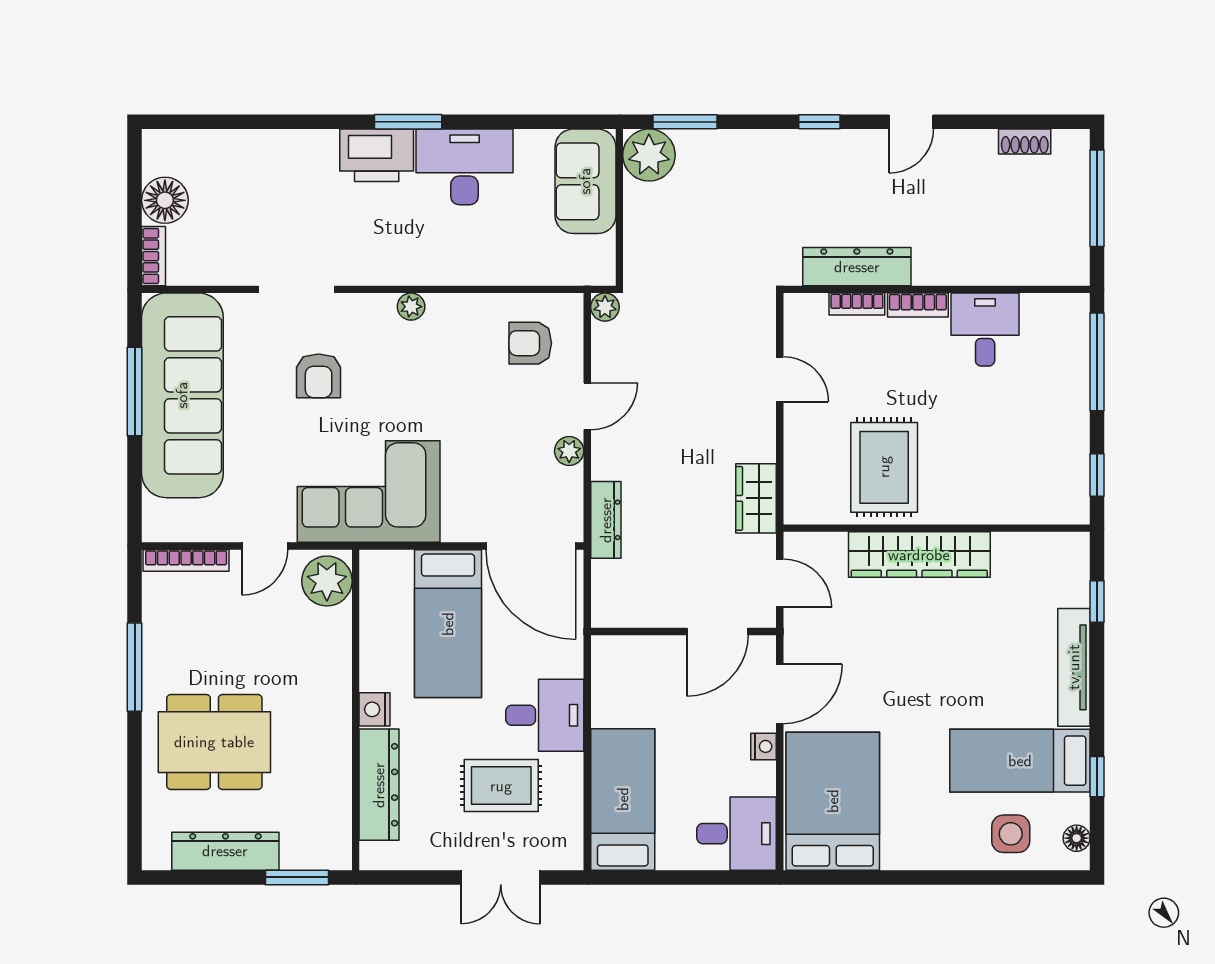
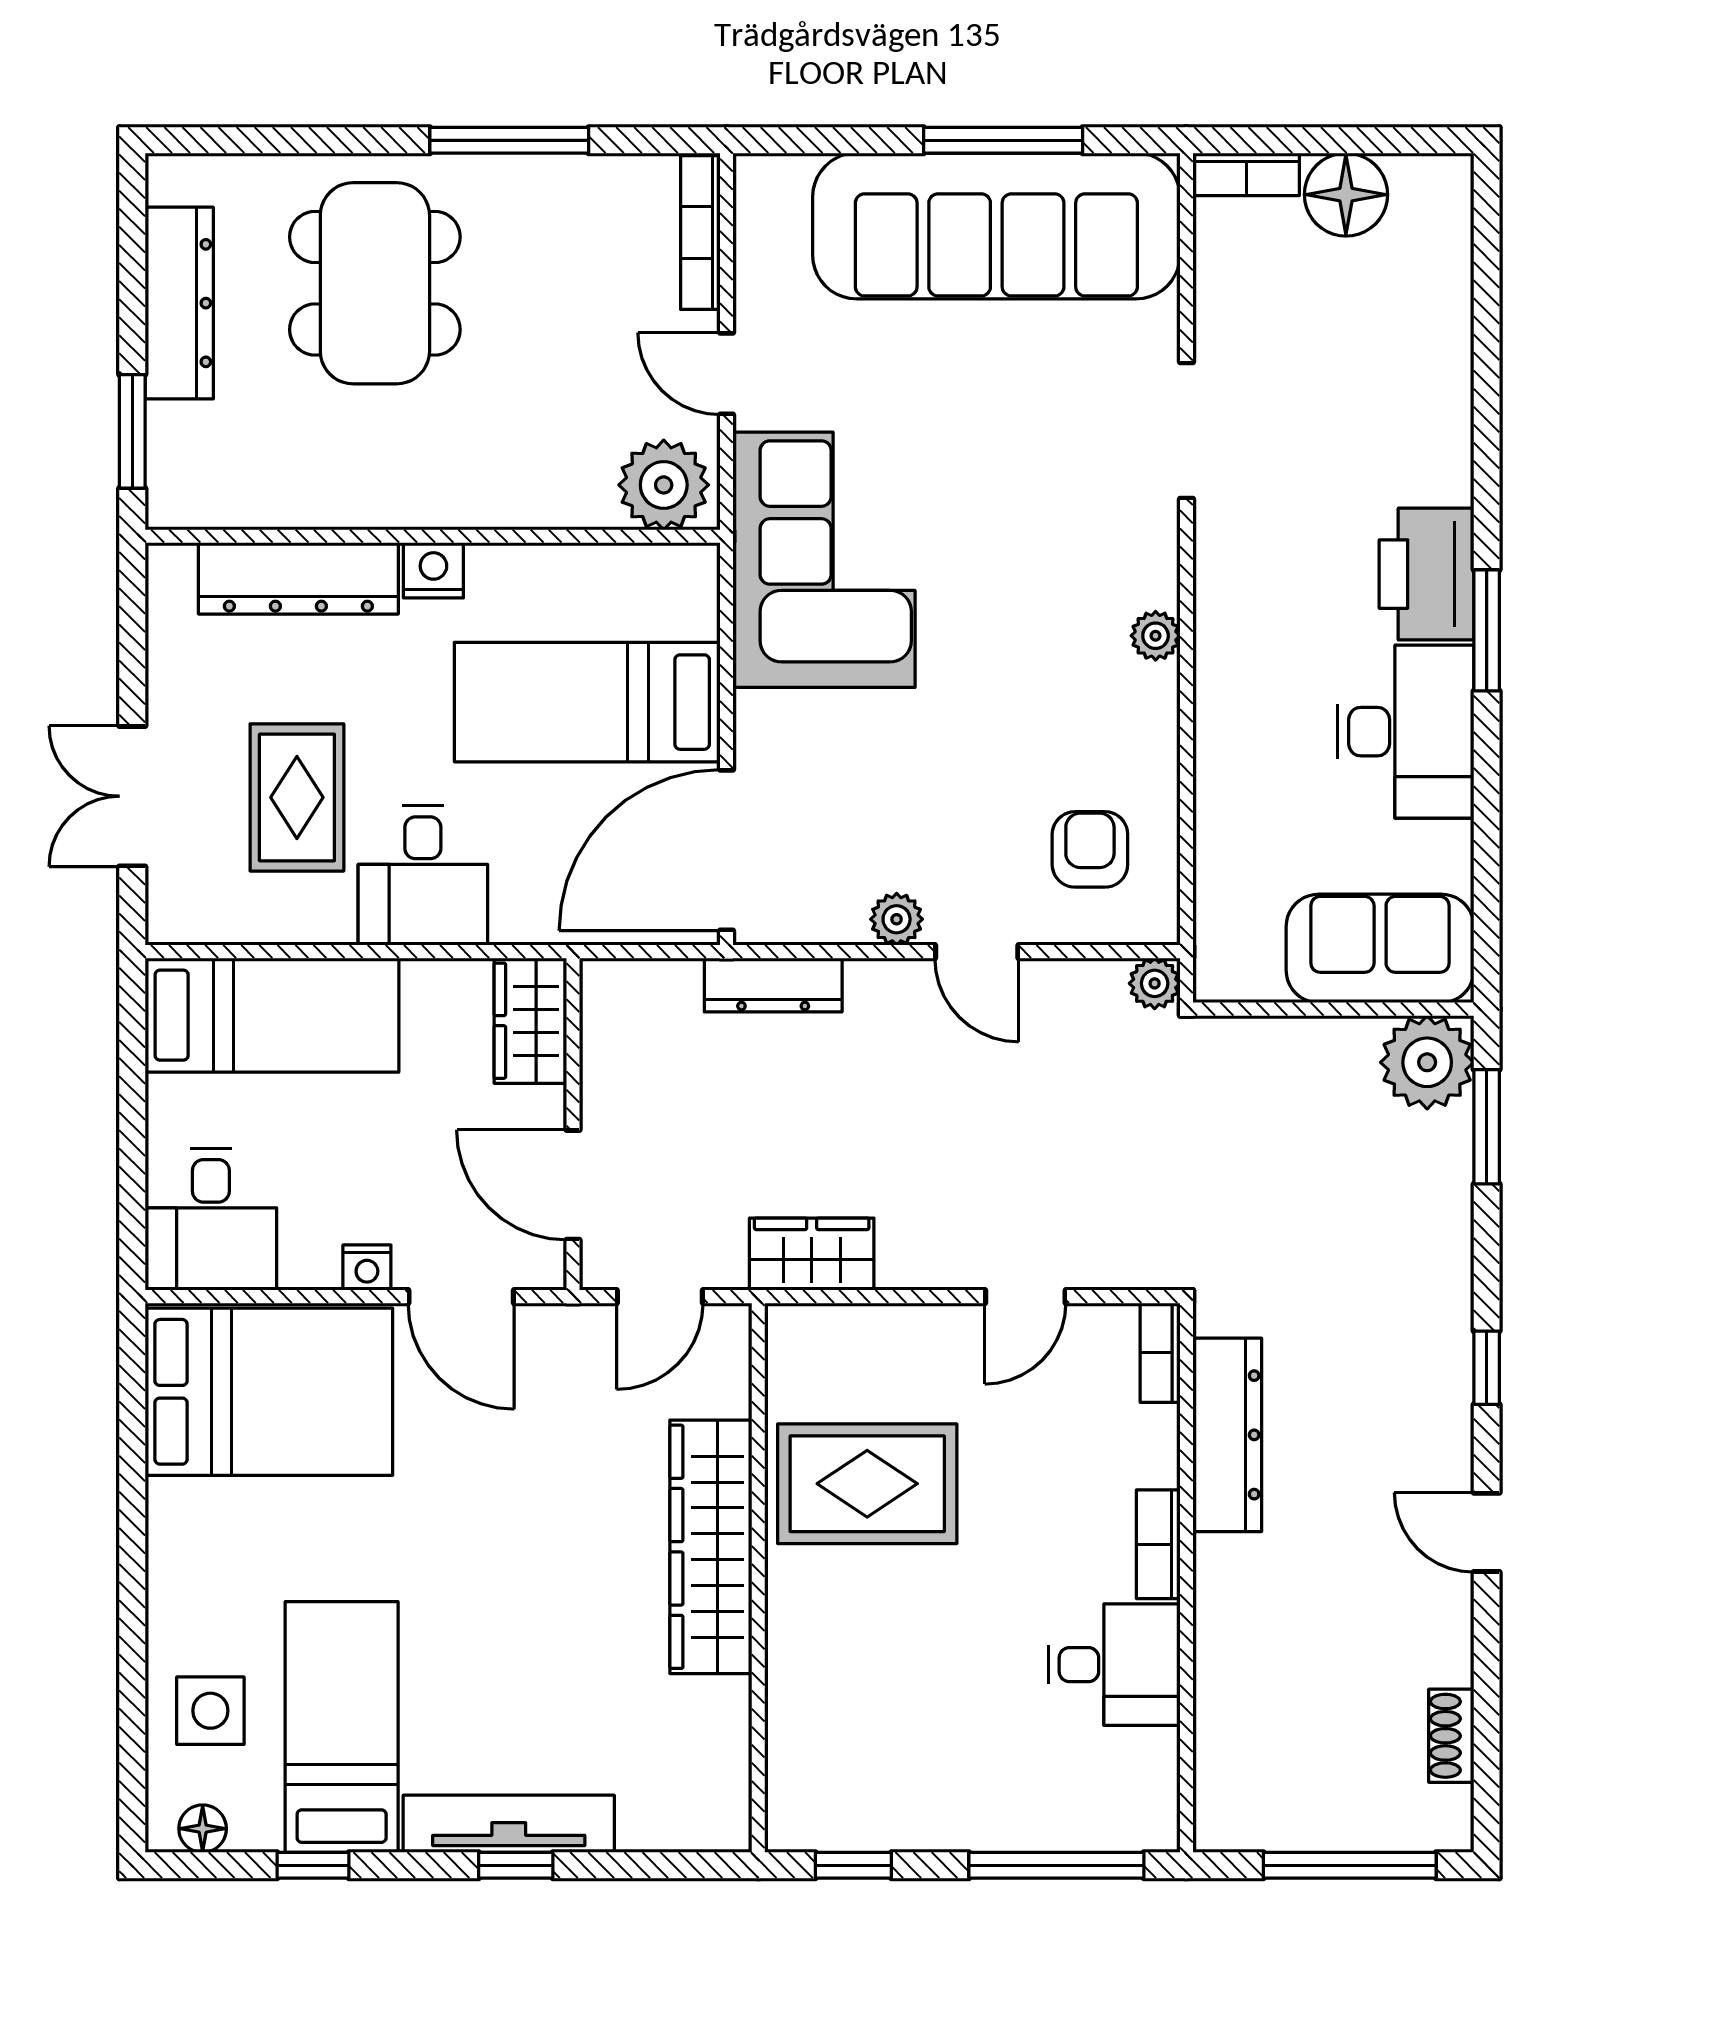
bookcase: (857, 304) -> (1160, 1353), moved
armchair: (319, 376) -> (1031, 470), removed
window: (1097, 601) -> (516, 1865), moved
wardrobe: (626, 655) -> (530, 1021), added

